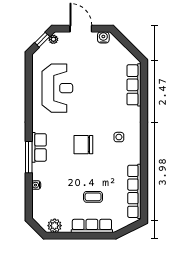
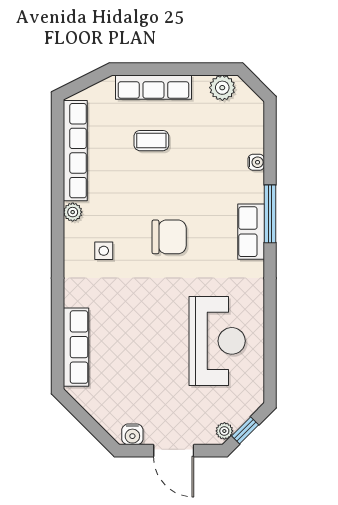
reception desk: (57, 88) -> (217, 341), turned 180
plant: (136, 158) -> (73, 212), added

